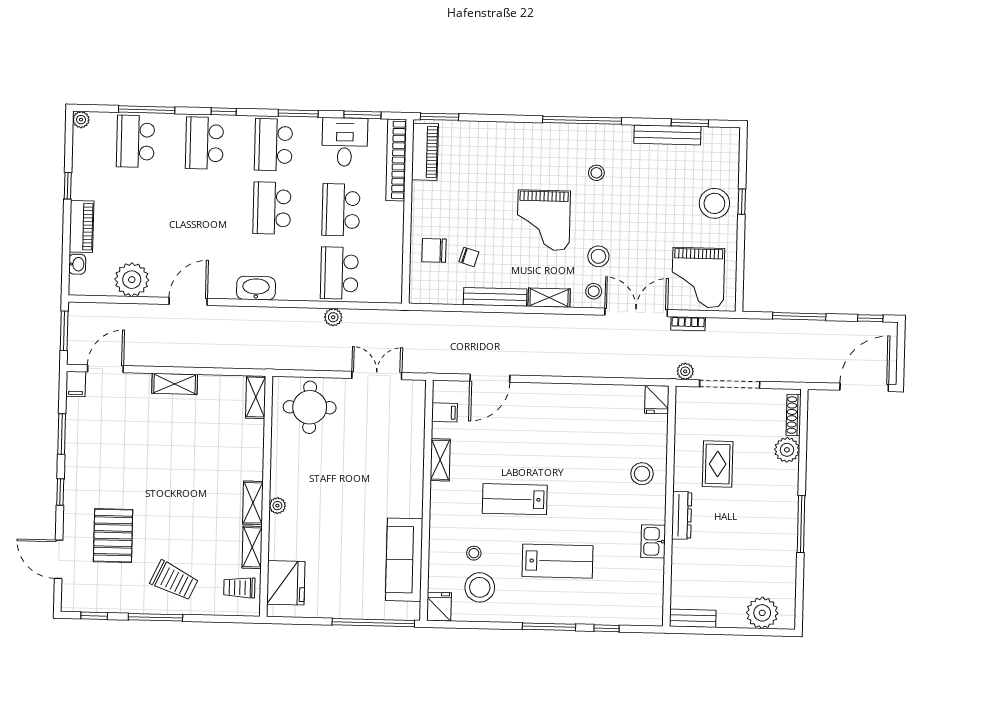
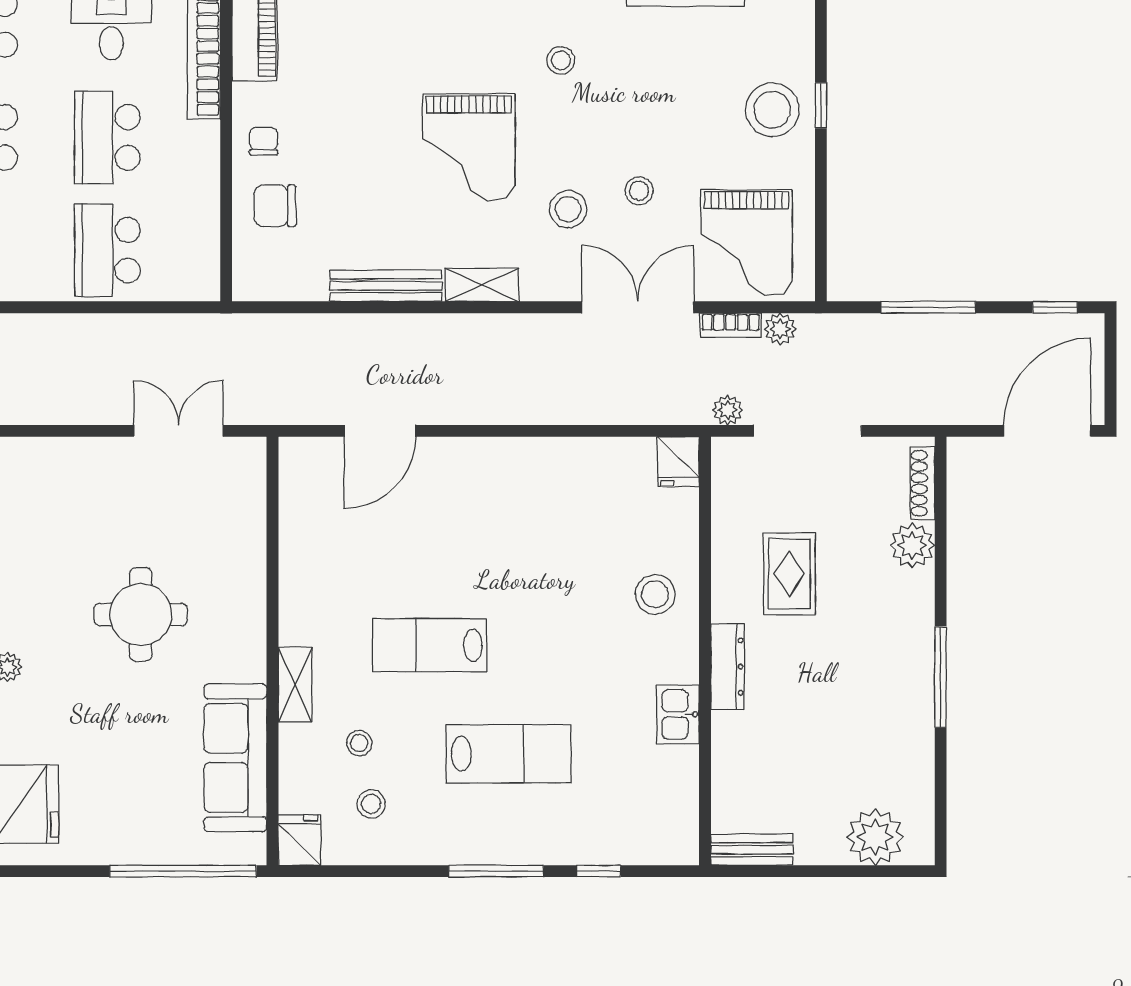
chair: (469, 257) -> (264, 141), moved, turned -107
stool: (594, 291) -> (639, 191), moved
plant: (333, 317) -> (780, 329), moved
round table: (310, 407) -> (141, 614), moved
filing cabinet: (444, 412) -> (301, 494), removed
shelving: (440, 460) -> (295, 685), moved
stool: (480, 587) -> (371, 804), width x0.53, depth x0.53

